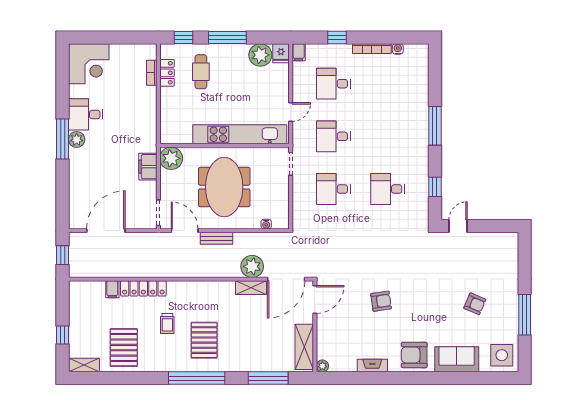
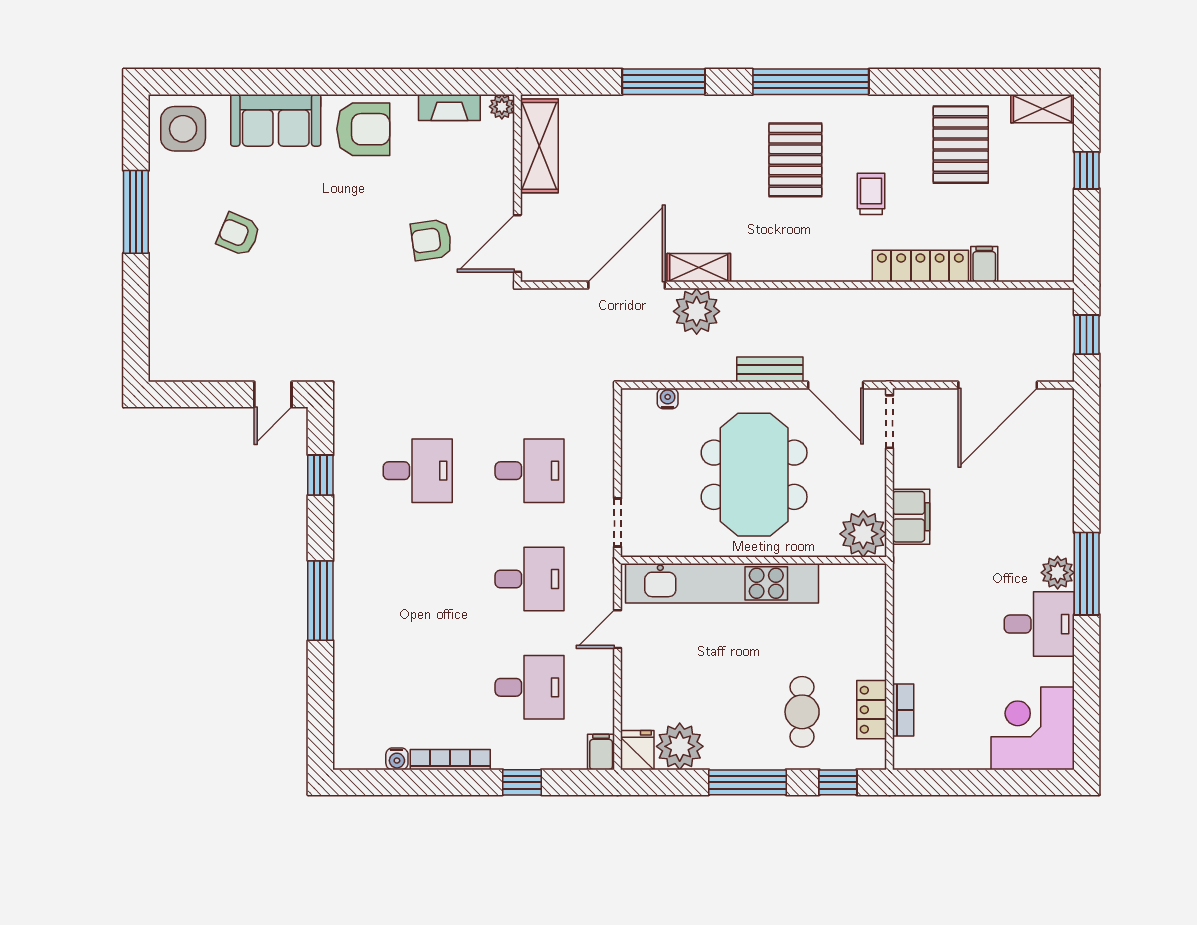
door: (315, 299) -> (517, 243), moved
wall: (315, 326) -> (517, 188), moved
shelving: (304, 347) -> (539, 146), moved
plant: (322, 366) -> (502, 107), moved

